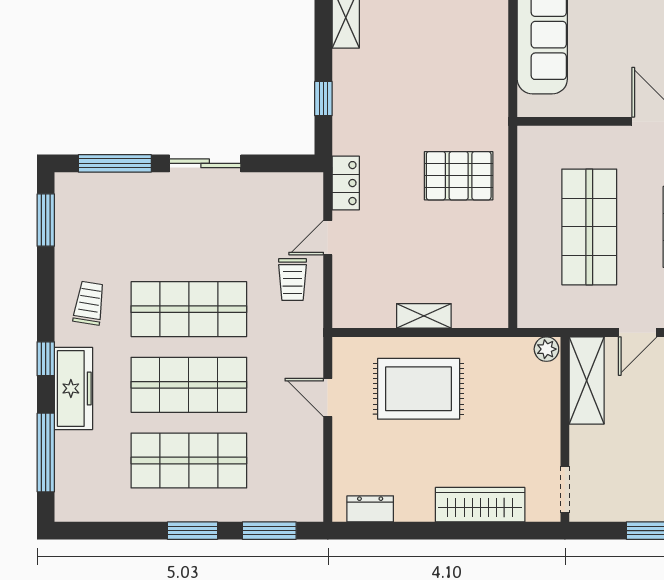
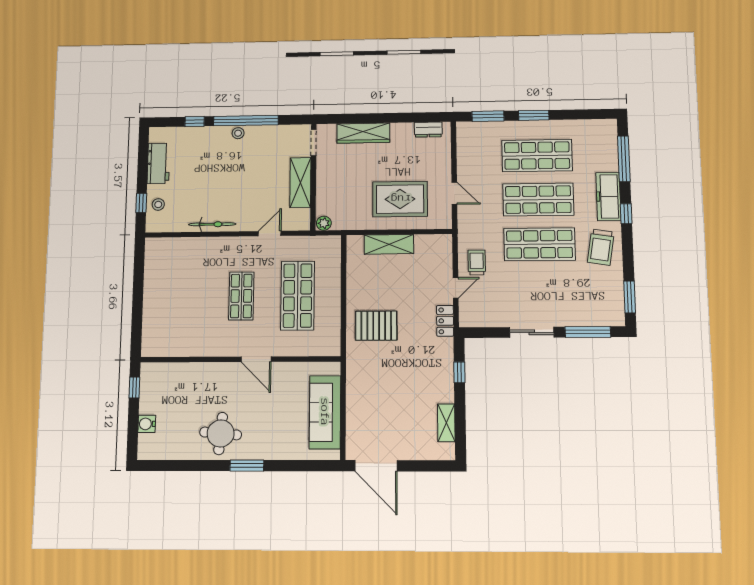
trolley: (89, 303) -> (601, 247), width x1.36, depth x1.39
shelving: (424, 316) -> (389, 244), width x1.50, depth x1.33
shelving: (587, 380) -> (300, 183), moved

